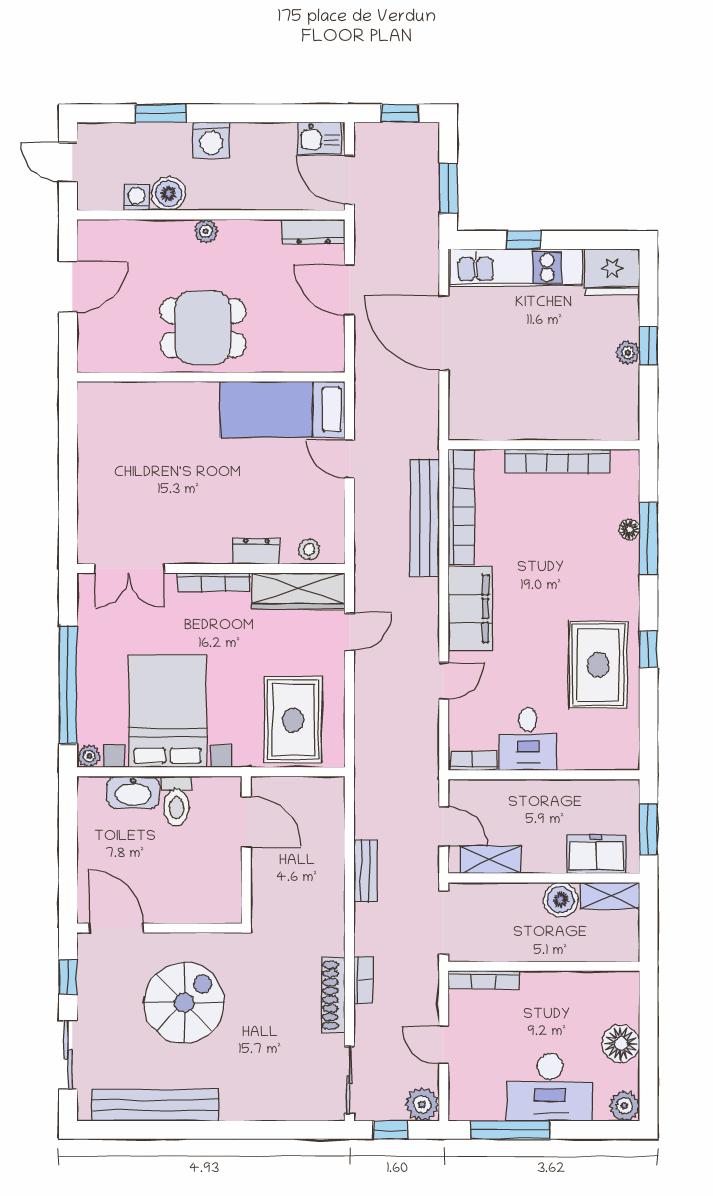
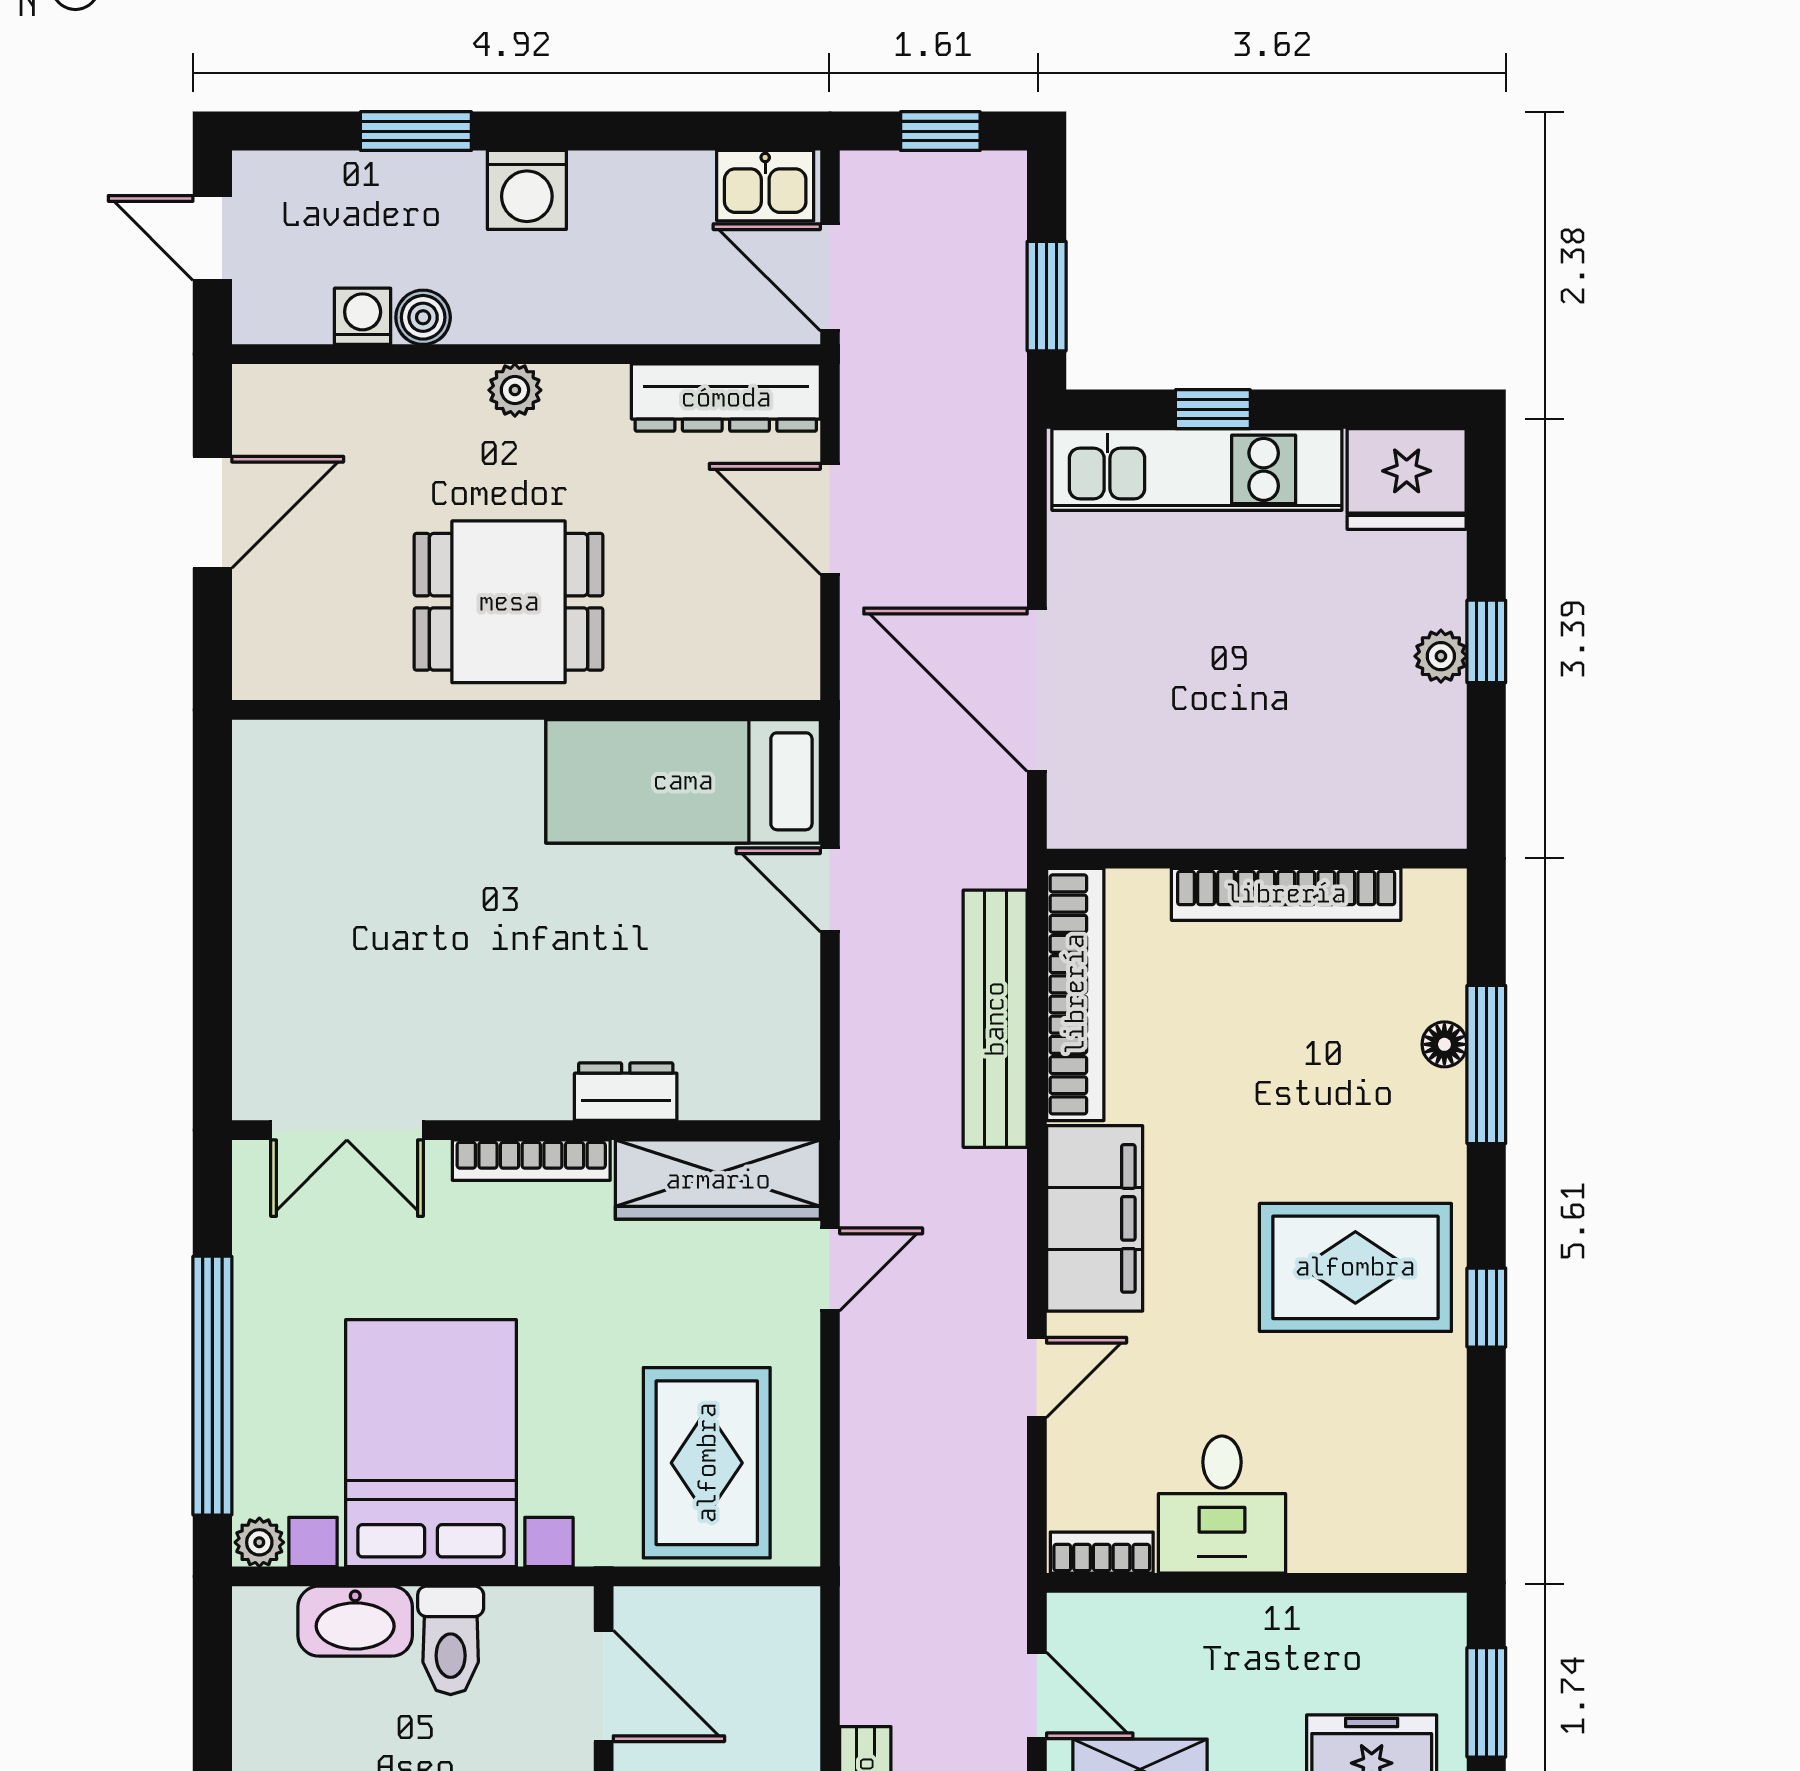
boiler: (168, 194) -> (423, 317), width x0.73, depth x0.73
dresser: (313, 232) -> (726, 398), width x1.37, depth x1.24
door: (444, 333) -> (1037, 690), moved
stool: (309, 549) -> (742, 1088), removed
rug: (598, 665) -> (1355, 1267), moved, turned 90

